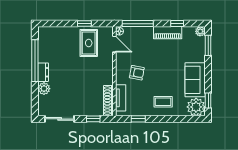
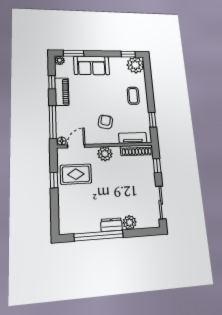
plant: (106, 70) -> (105, 154), added
sofa: (195, 80) -> (92, 65), moved

